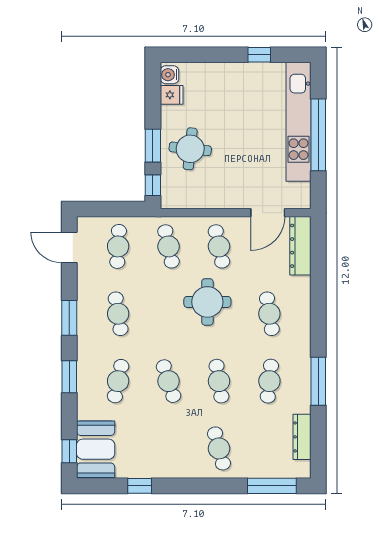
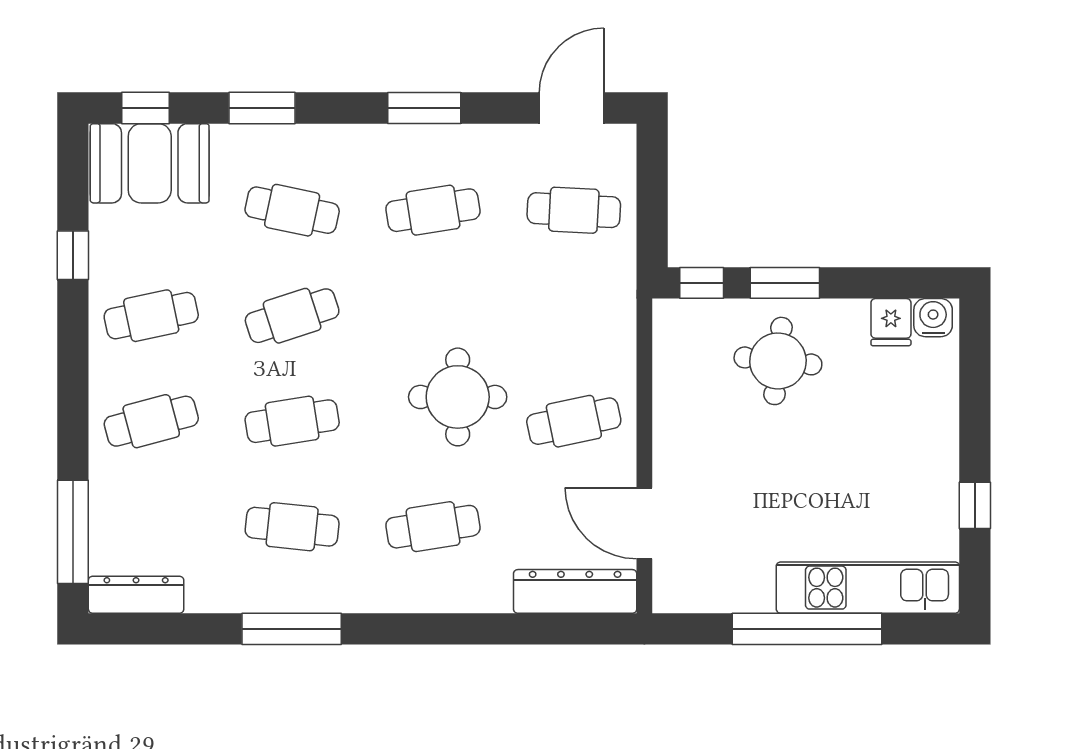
kitchen unit: (299, 122) -> (868, 588), width x0.73
cafe table: (169, 246) -> (151, 316), moved
window: (69, 377) -> (262, 108), moved
dresser: (302, 437) -> (136, 595), moved

